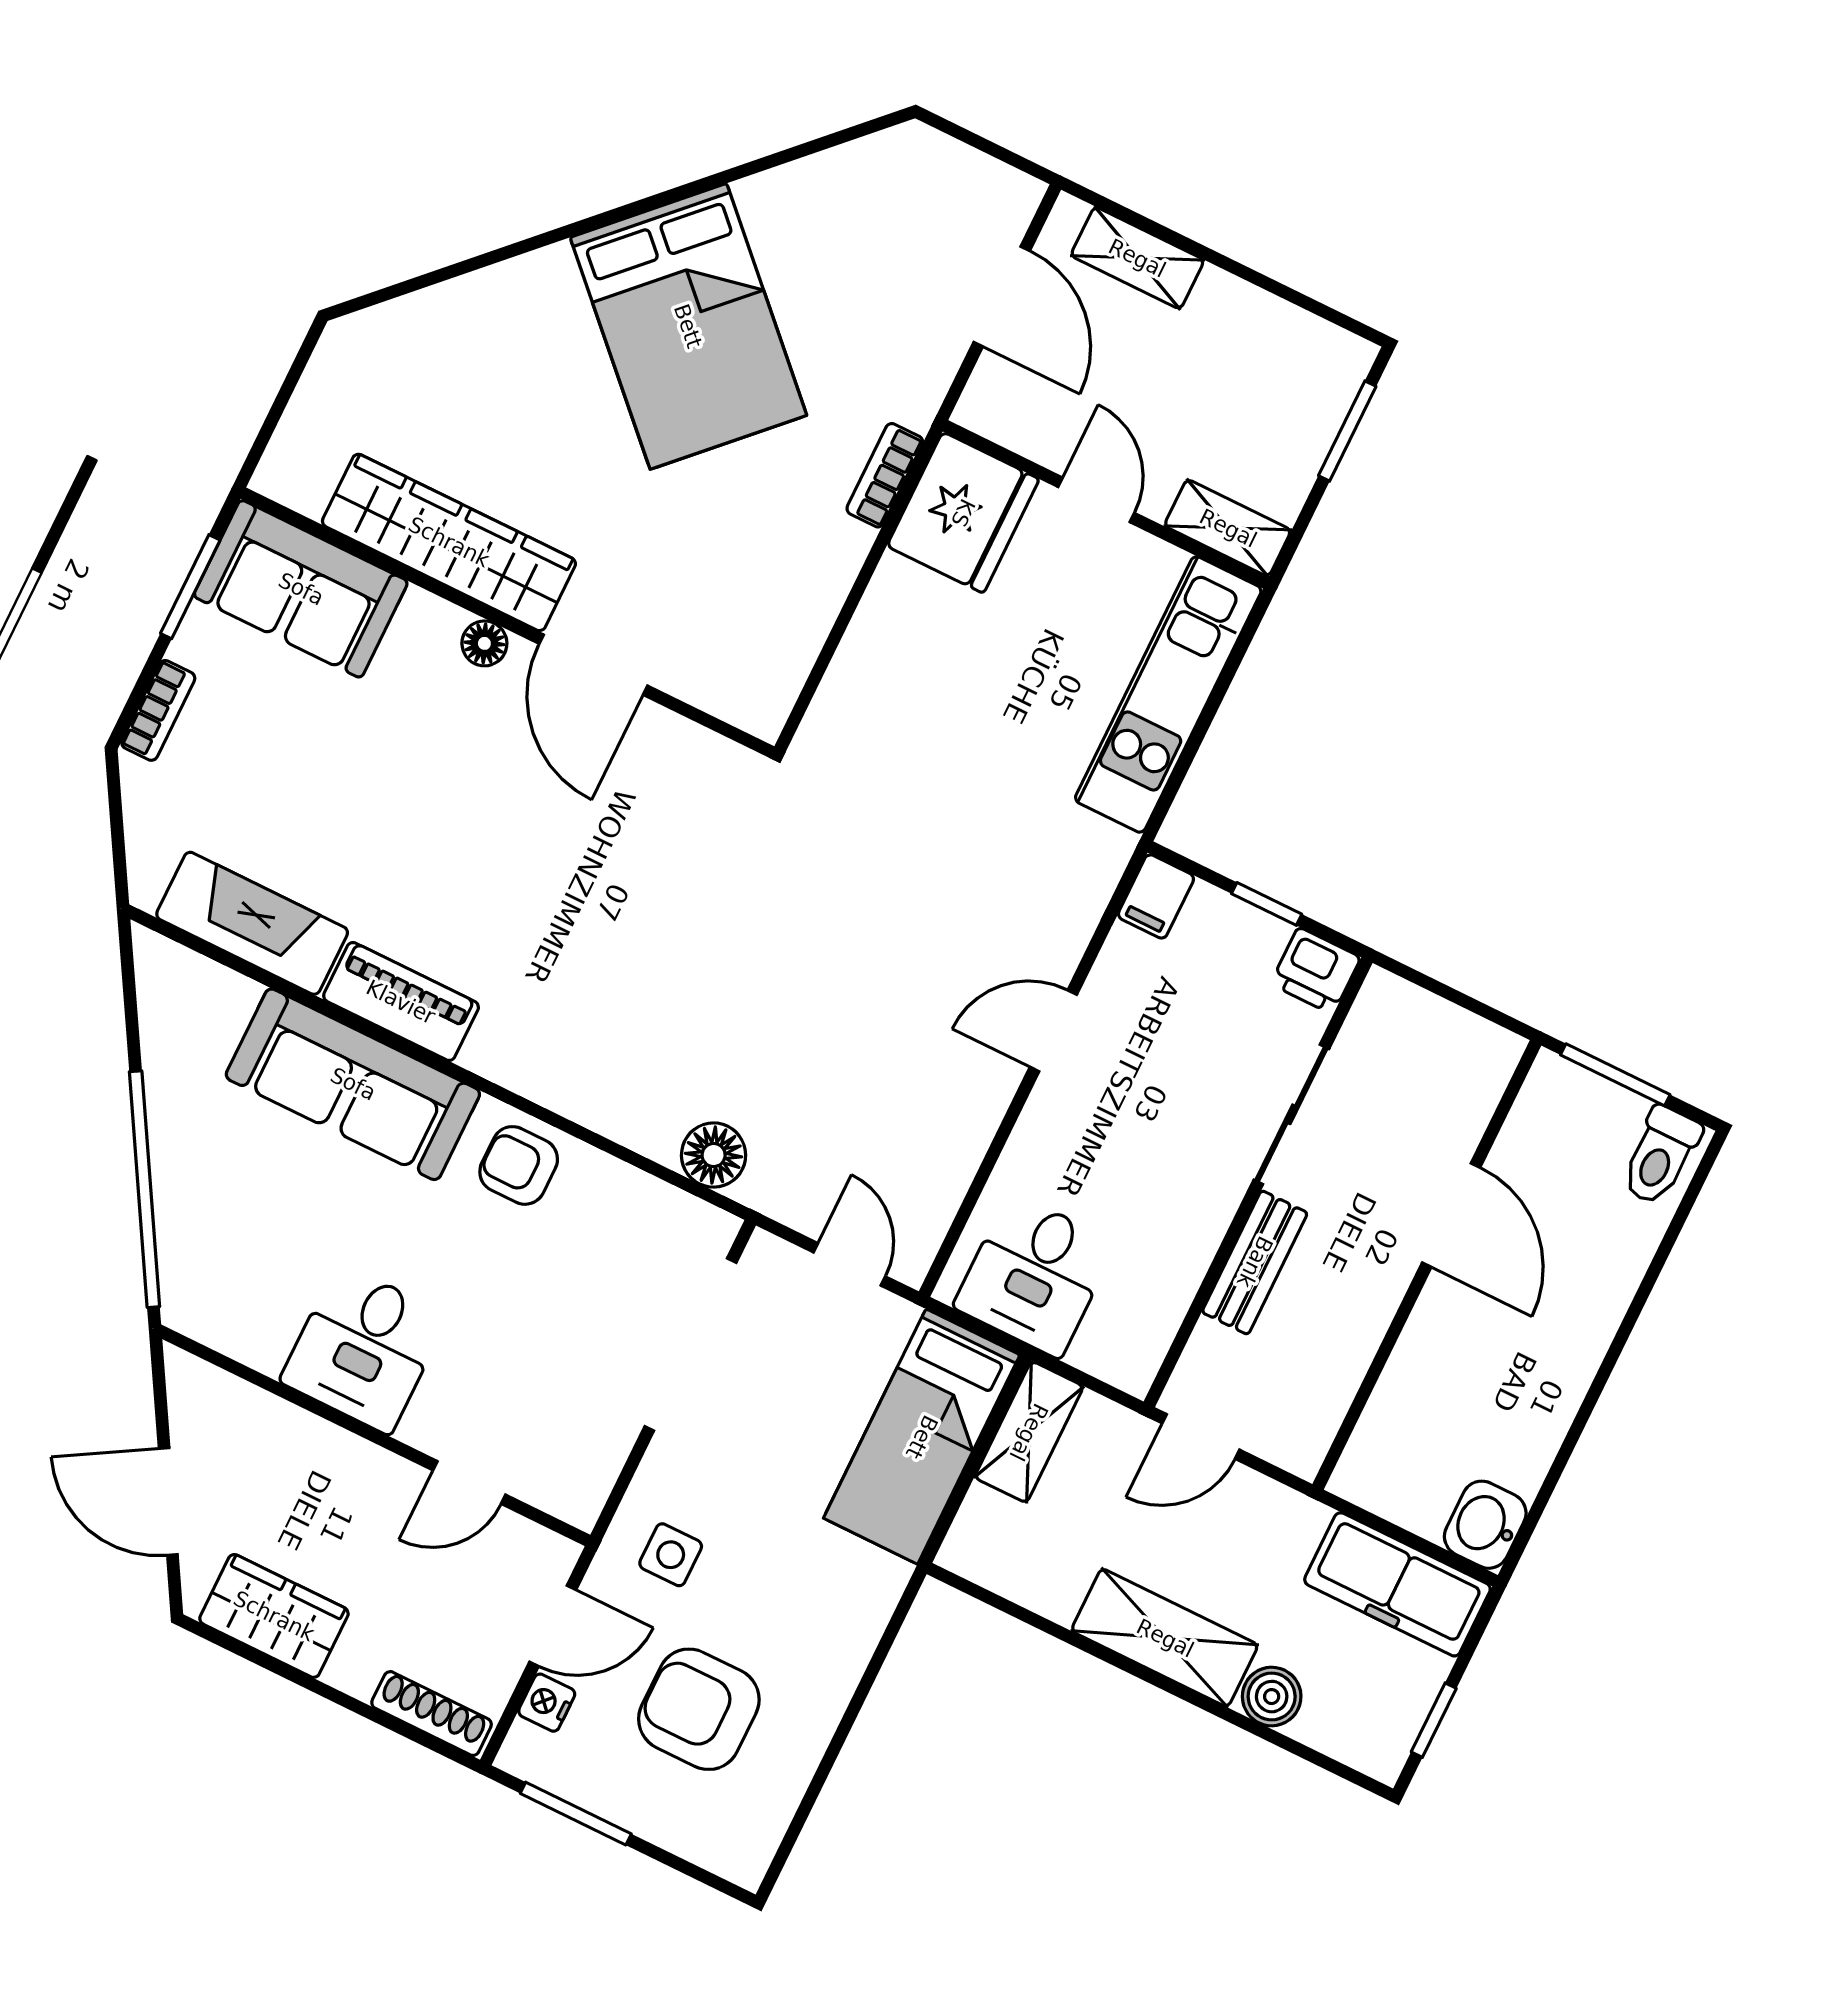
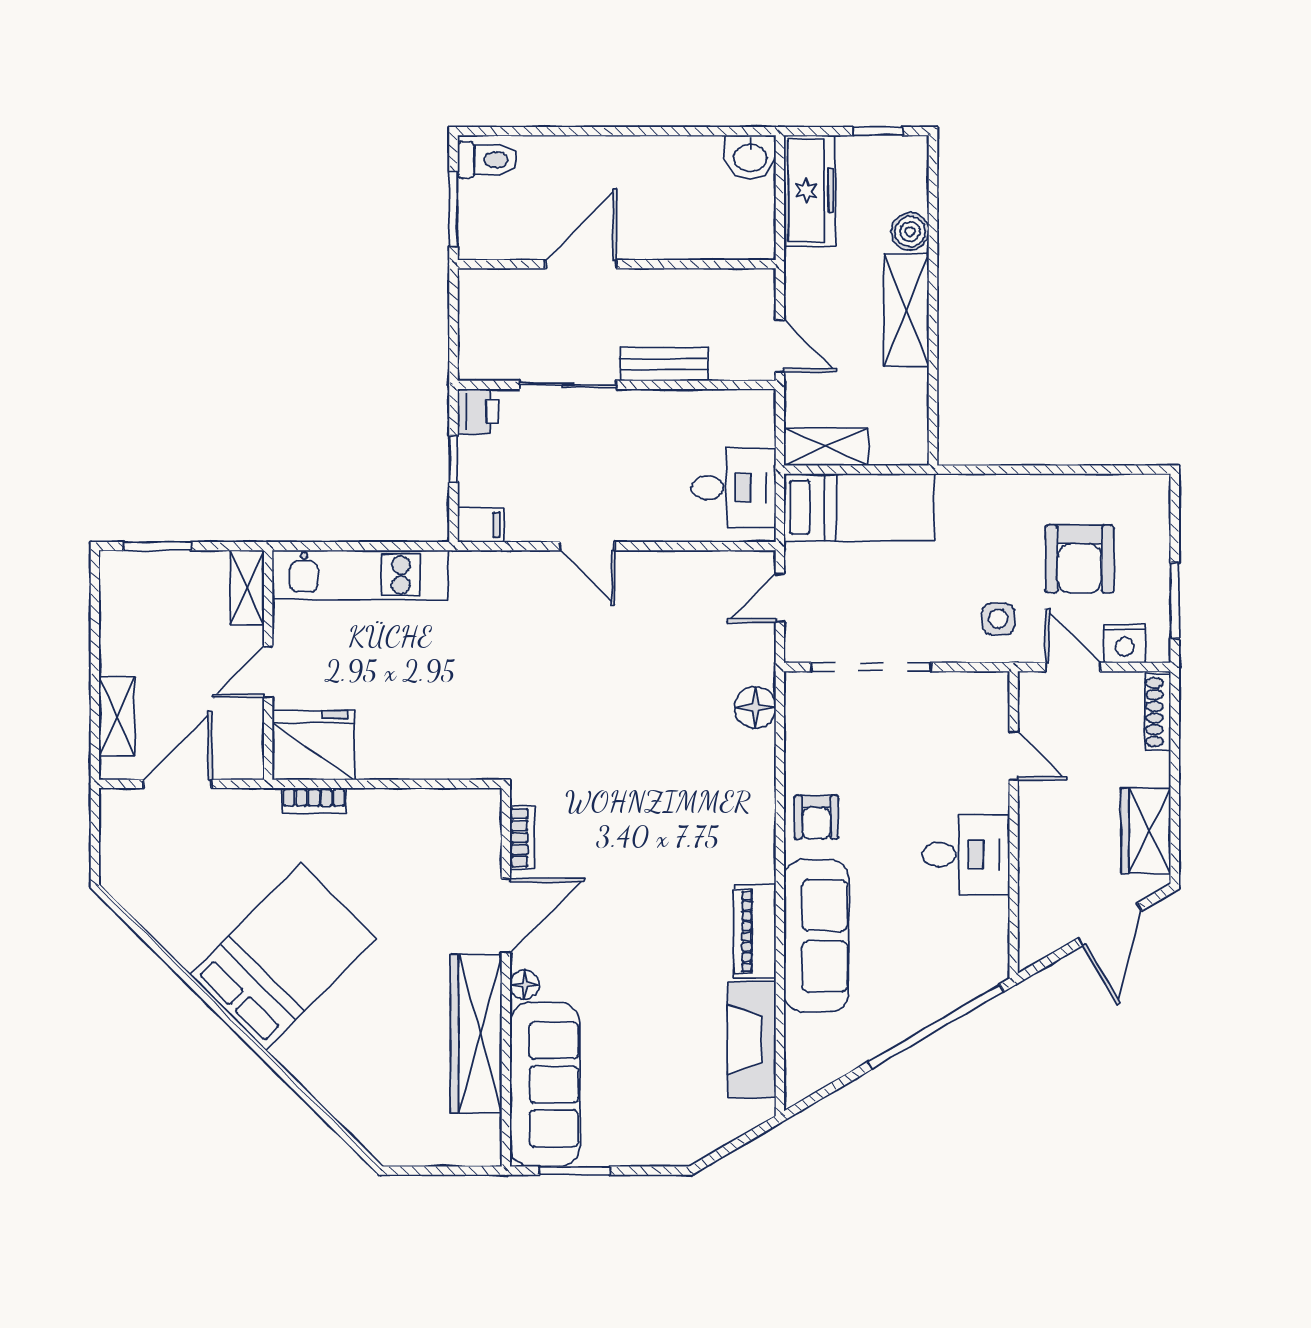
sofa: (301, 589) -> (545, 1084), width x1.36
bookcase: (158, 710) -> (522, 838), moved, turned 90
nightstand: (547, 1703) -> (1125, 644), width x1.39, depth x1.35

